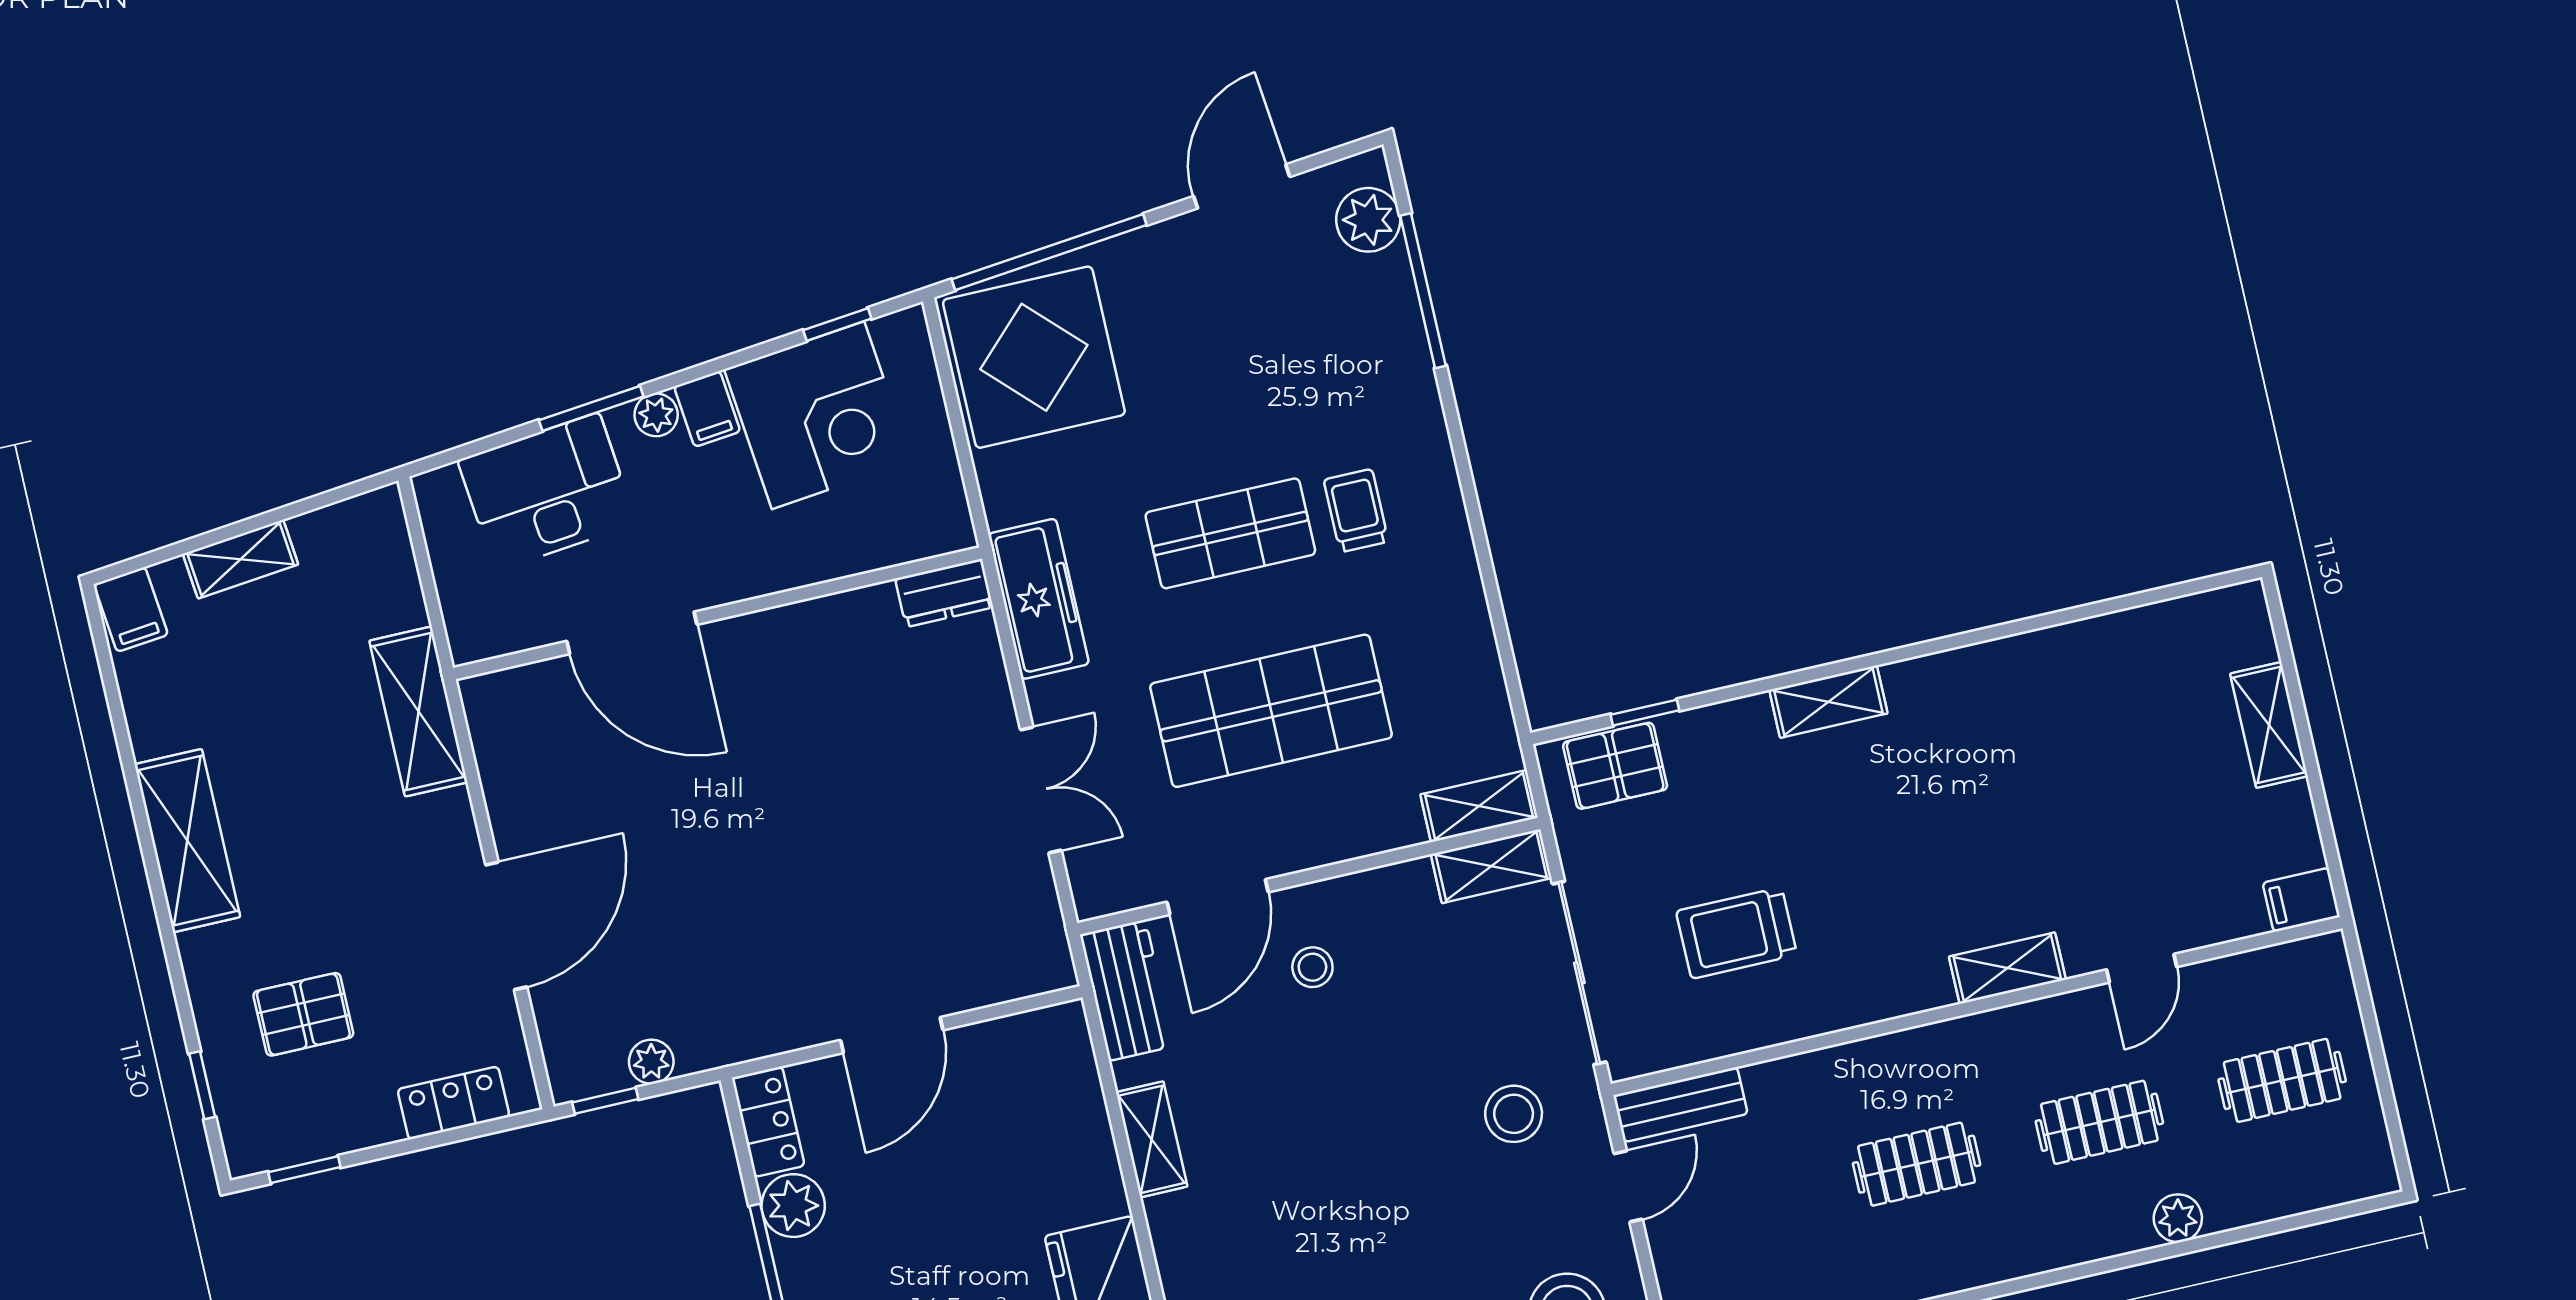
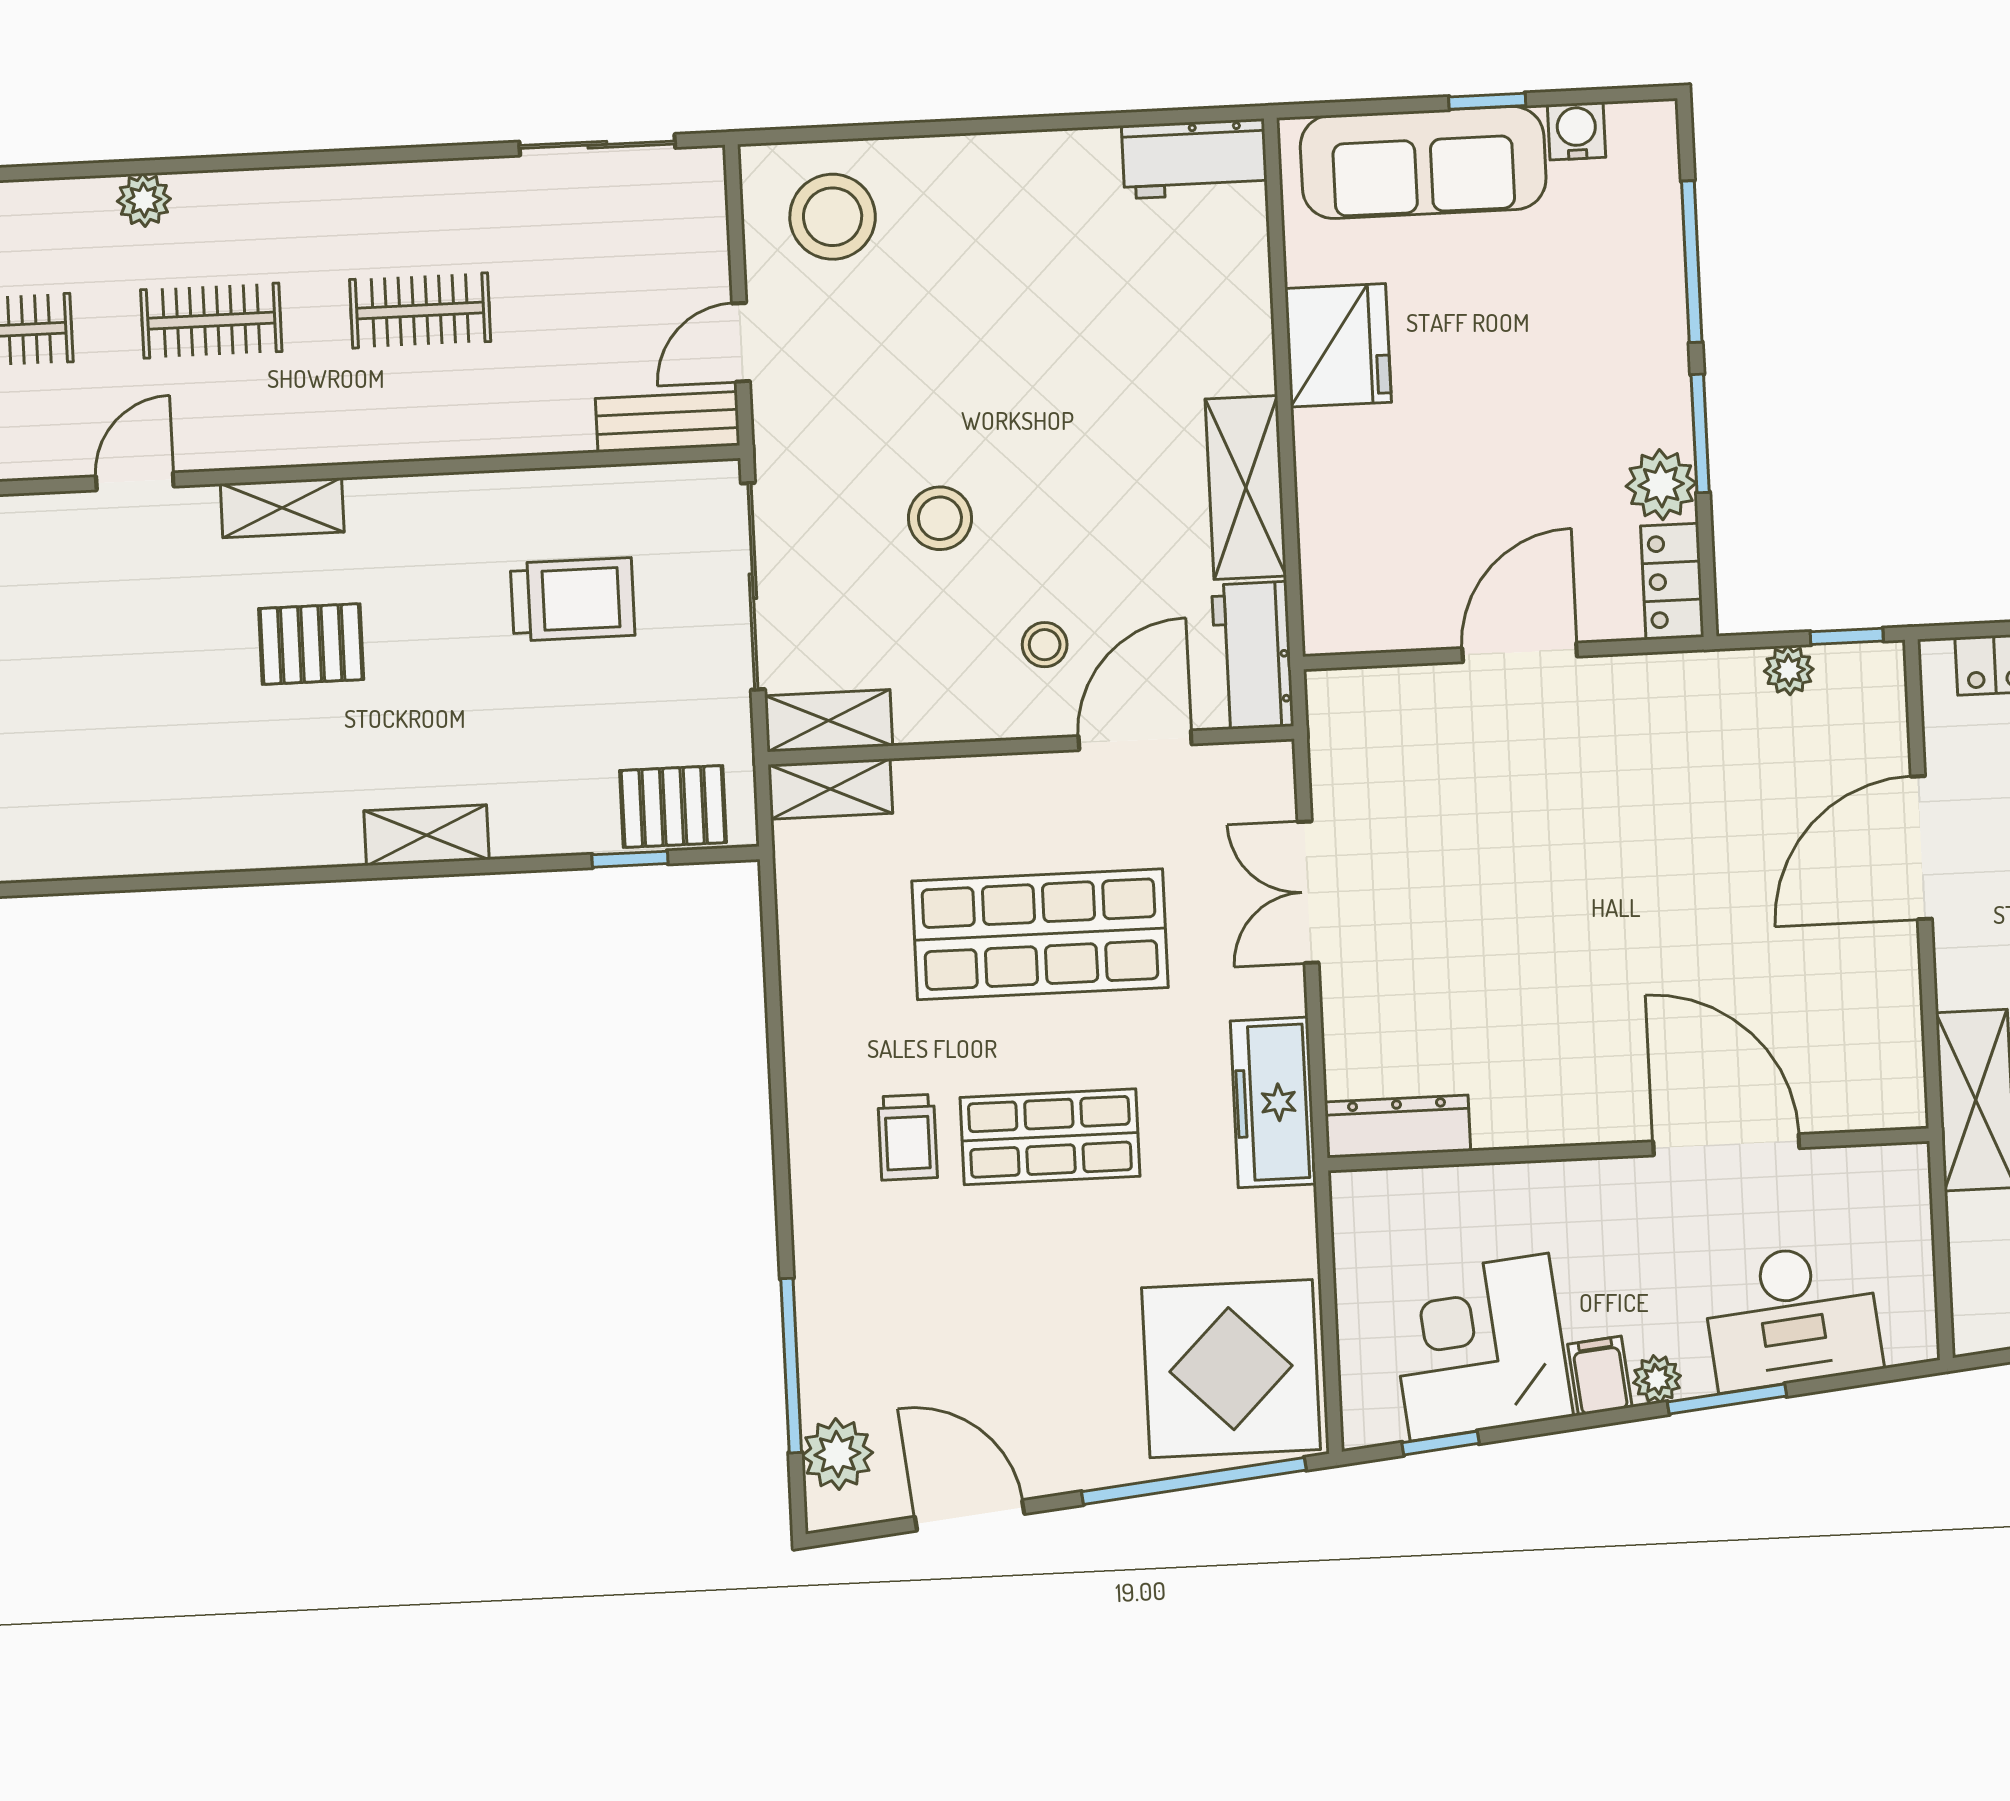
door: (1242, 186) -> (970, 1515), swing flipped
dresser: (944, 593) -> (1398, 1126), width x1.44
pallet: (1960, 852) -> (311, 644), added
stool: (1514, 1114) -> (940, 518), moved
shelving: (1152, 1139) -> (1246, 488), width x1.50, depth x1.33

